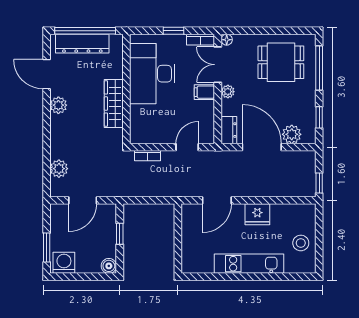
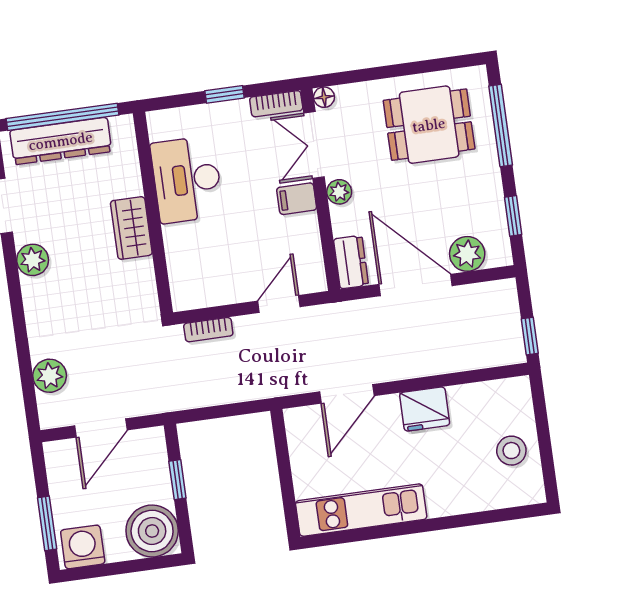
desk: (152, 74) -> (187, 180), width x0.73, depth x0.77
wardrobe: (114, 104) -> (131, 228), width x0.67
kitchen unit: (249, 264) -> (361, 510), moved
boiler: (109, 266) -> (152, 531), width x1.86, depth x1.86

